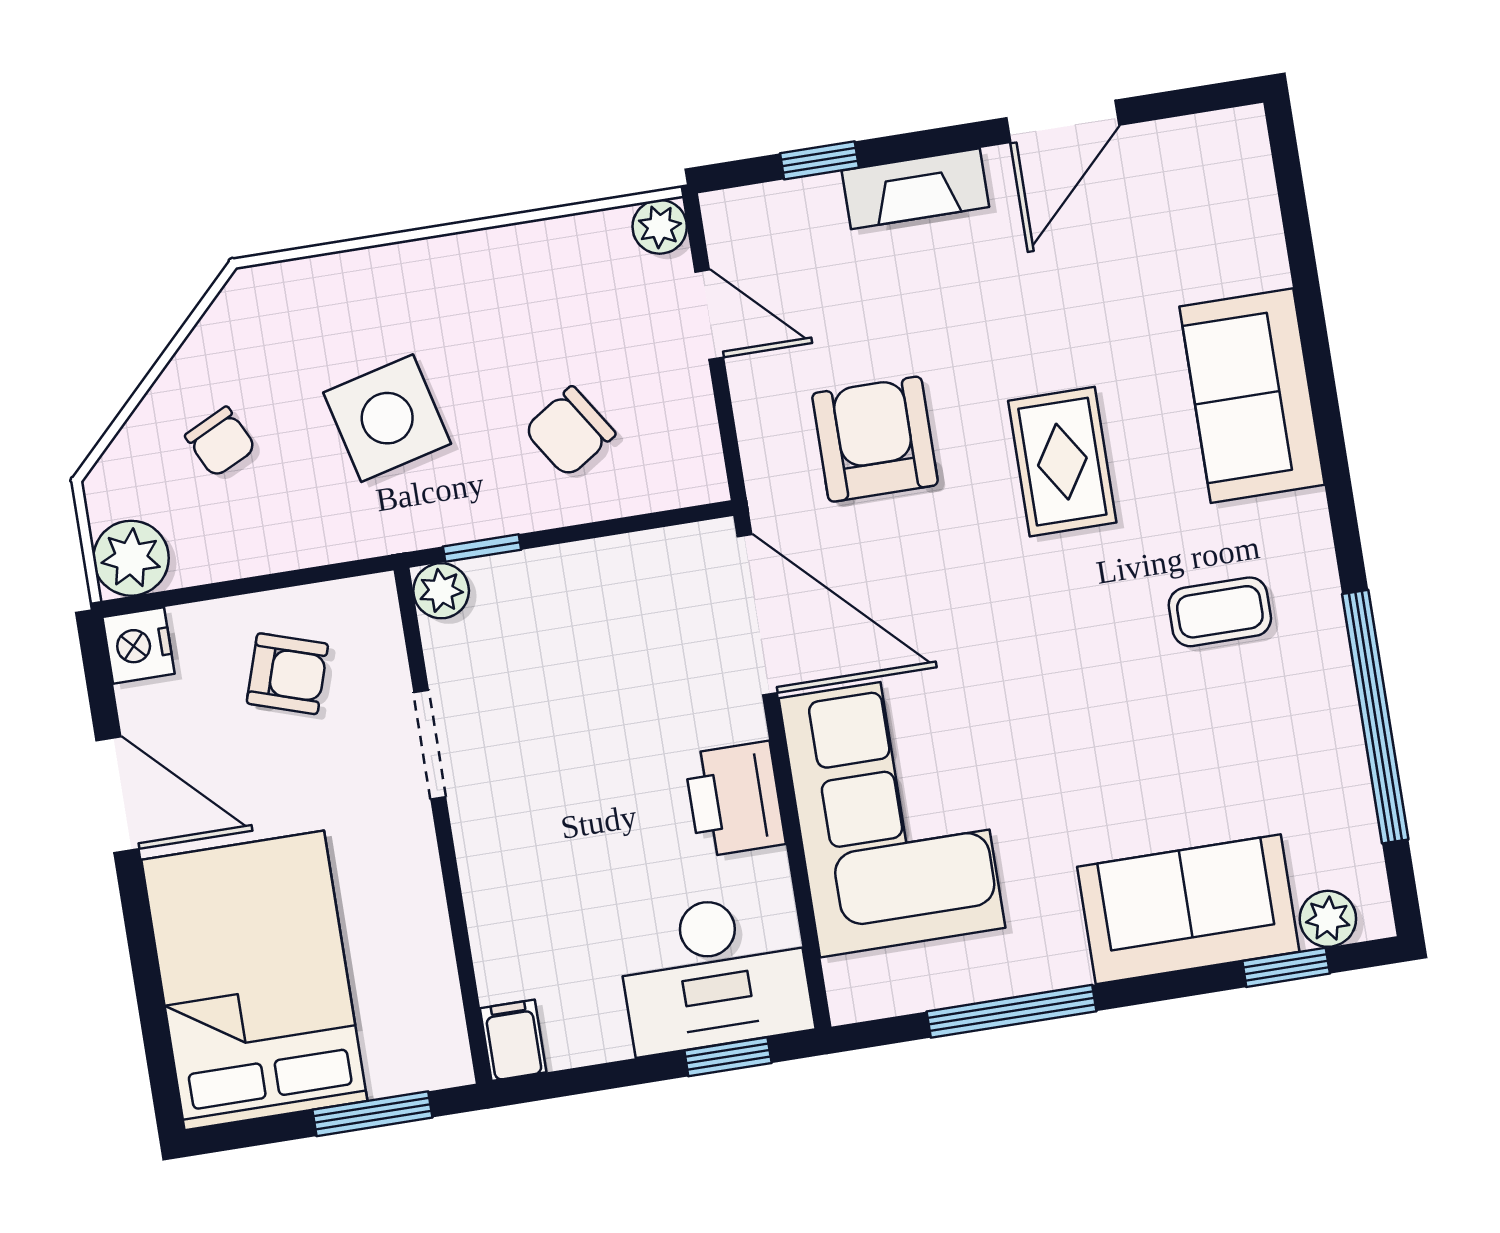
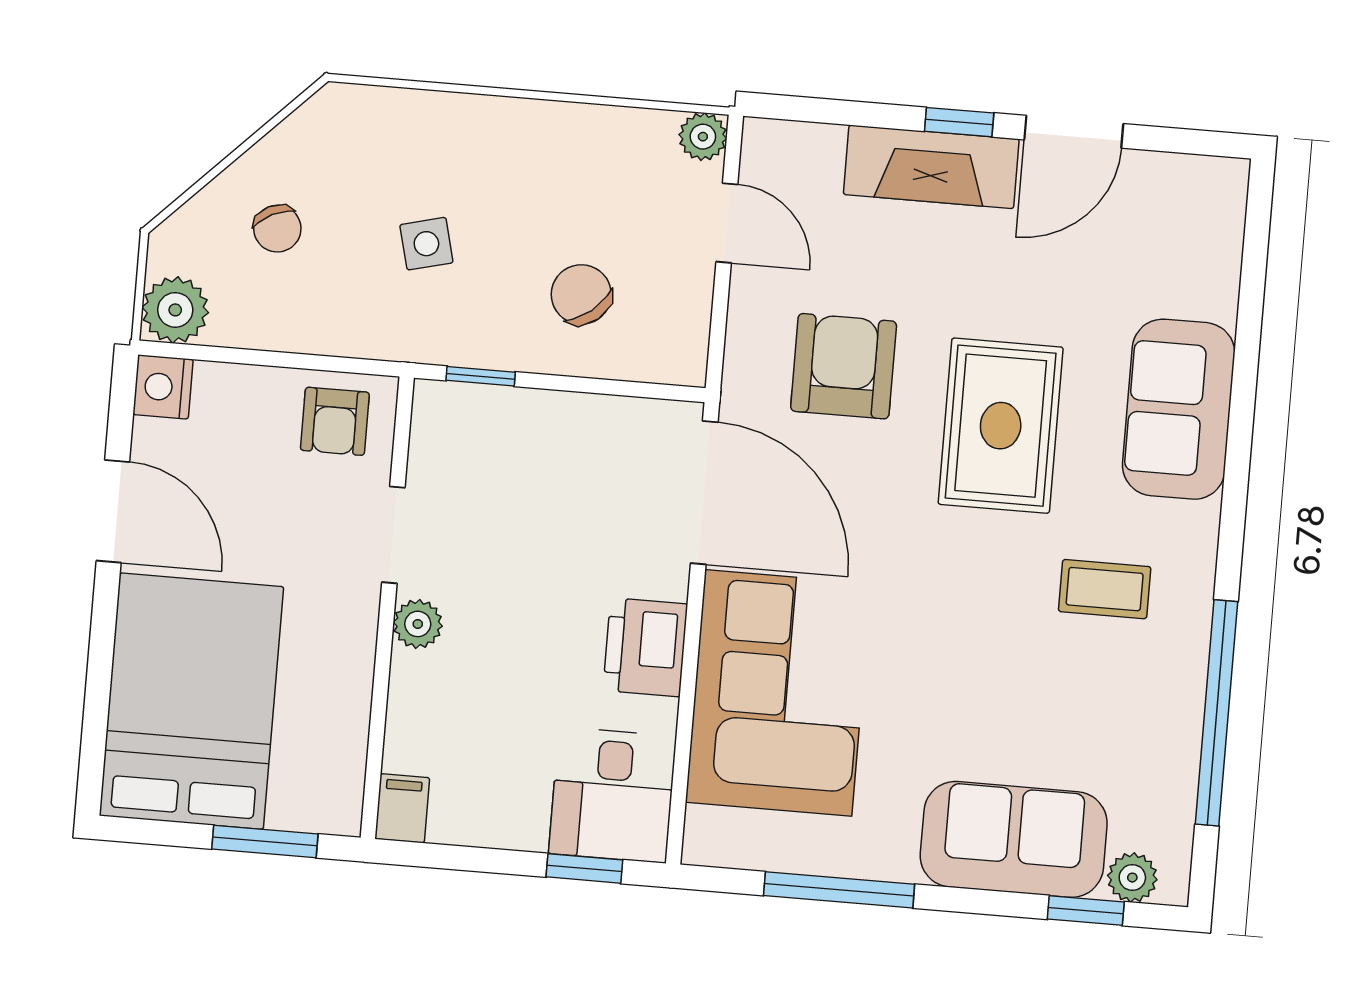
window: (819, 160) -> (959, 122), moved
fireplace: (915, 189) -> (931, 167), width x1.37, depth x1.32
side table: (387, 418) -> (426, 244), width x0.54, depth x0.54
chair: (570, 432) -> (581, 295), turned 84
rug: (1062, 462) -> (1001, 426), width x1.36, depth x1.43
plant: (441, 591) -> (418, 624), moved
armchair: (287, 674) -> (335, 421), moved, turned 72
desk: (714, 973) -> (612, 795), width x0.73

